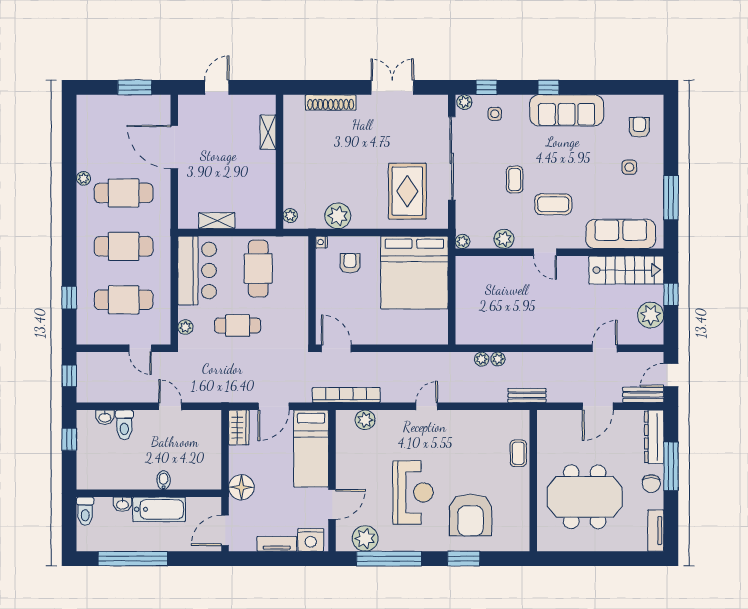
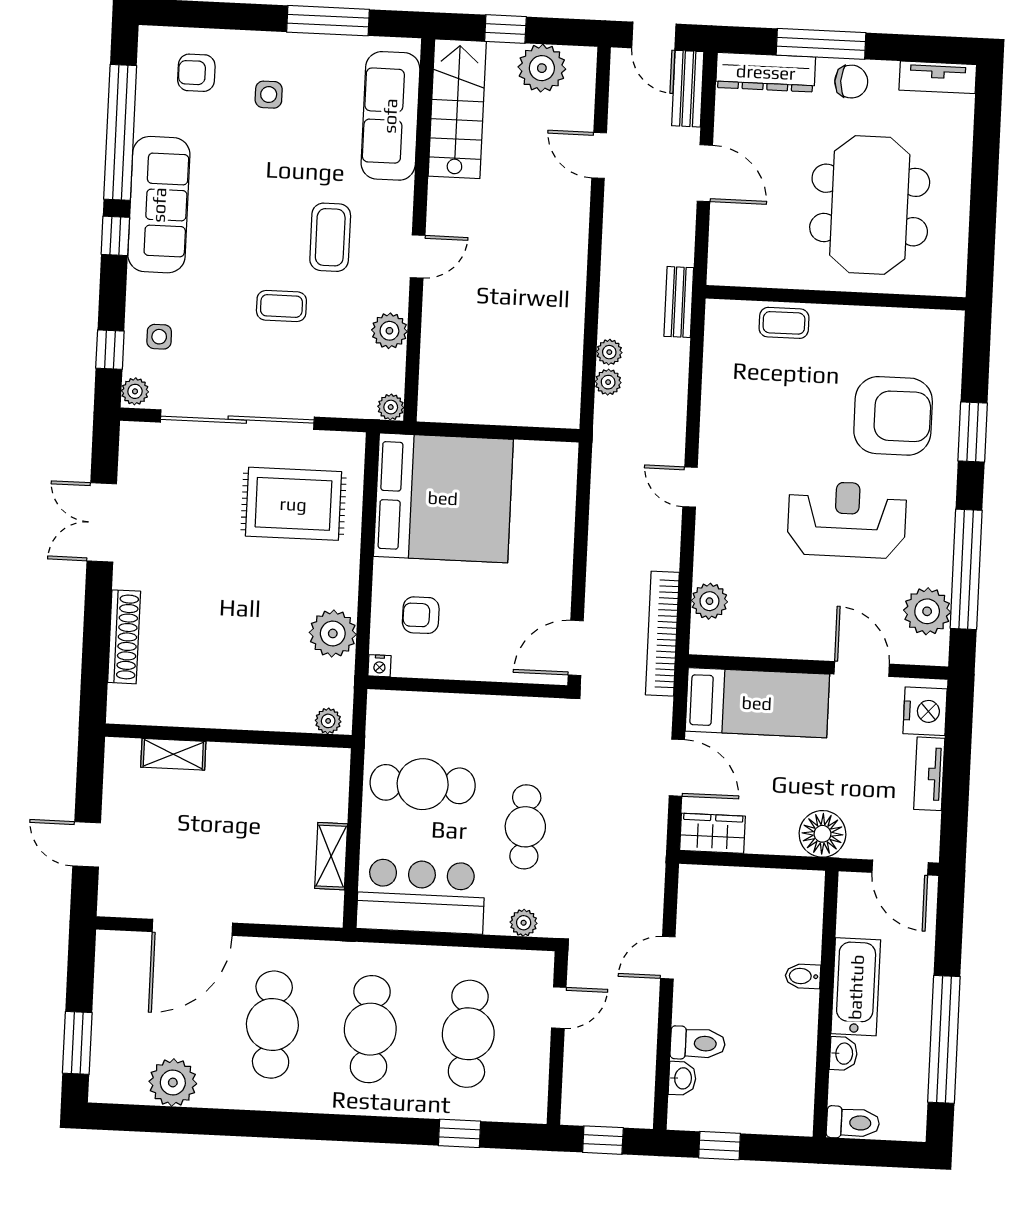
window: (135, 87) -> (77, 1043), moved
window: (605, 87) -> (120, 132), added
plant: (83, 178) -> (173, 1082), moved, width x1.88, depth x1.88

